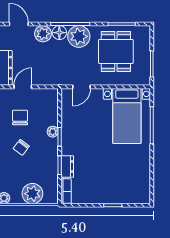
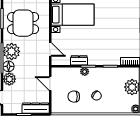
door: (23, 87) -> (50, 83), moved
dresser: (67, 167) -> (79, 60), moved

